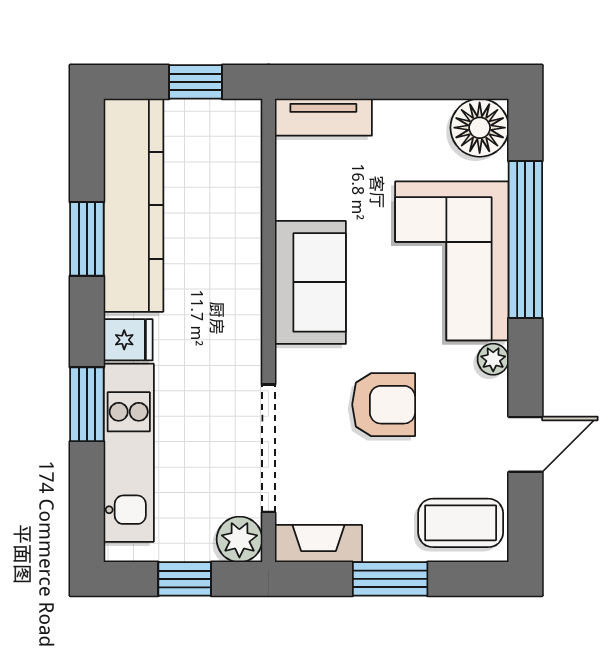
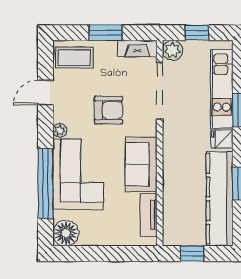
tv unit: (323, 117) -> (149, 215), moved, turned -90
armchair: (384, 405) -> (108, 110), turned 180

